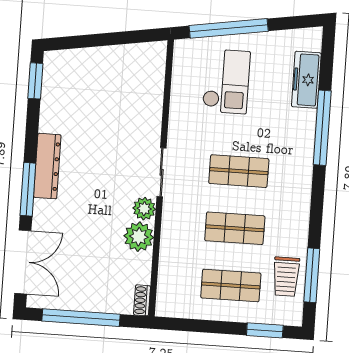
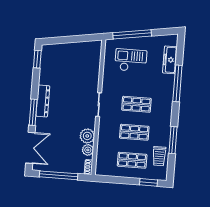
checkout: (226, 81) -> (131, 60), turned -90
plant: (144, 209) -> (88, 150), moved
window: (312, 275) -> (173, 140), moved

